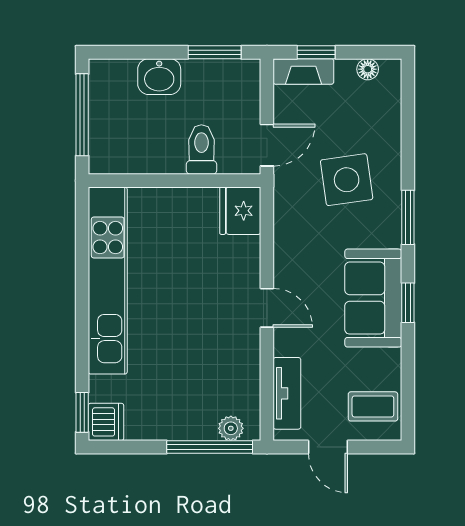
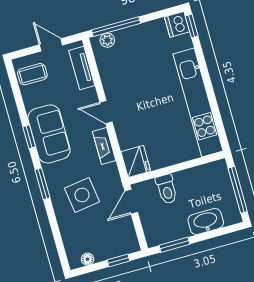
fireplace: (303, 71) -> (104, 146), moved, turned -90
washbasin: (159, 77) -> (206, 221), width x1.38

